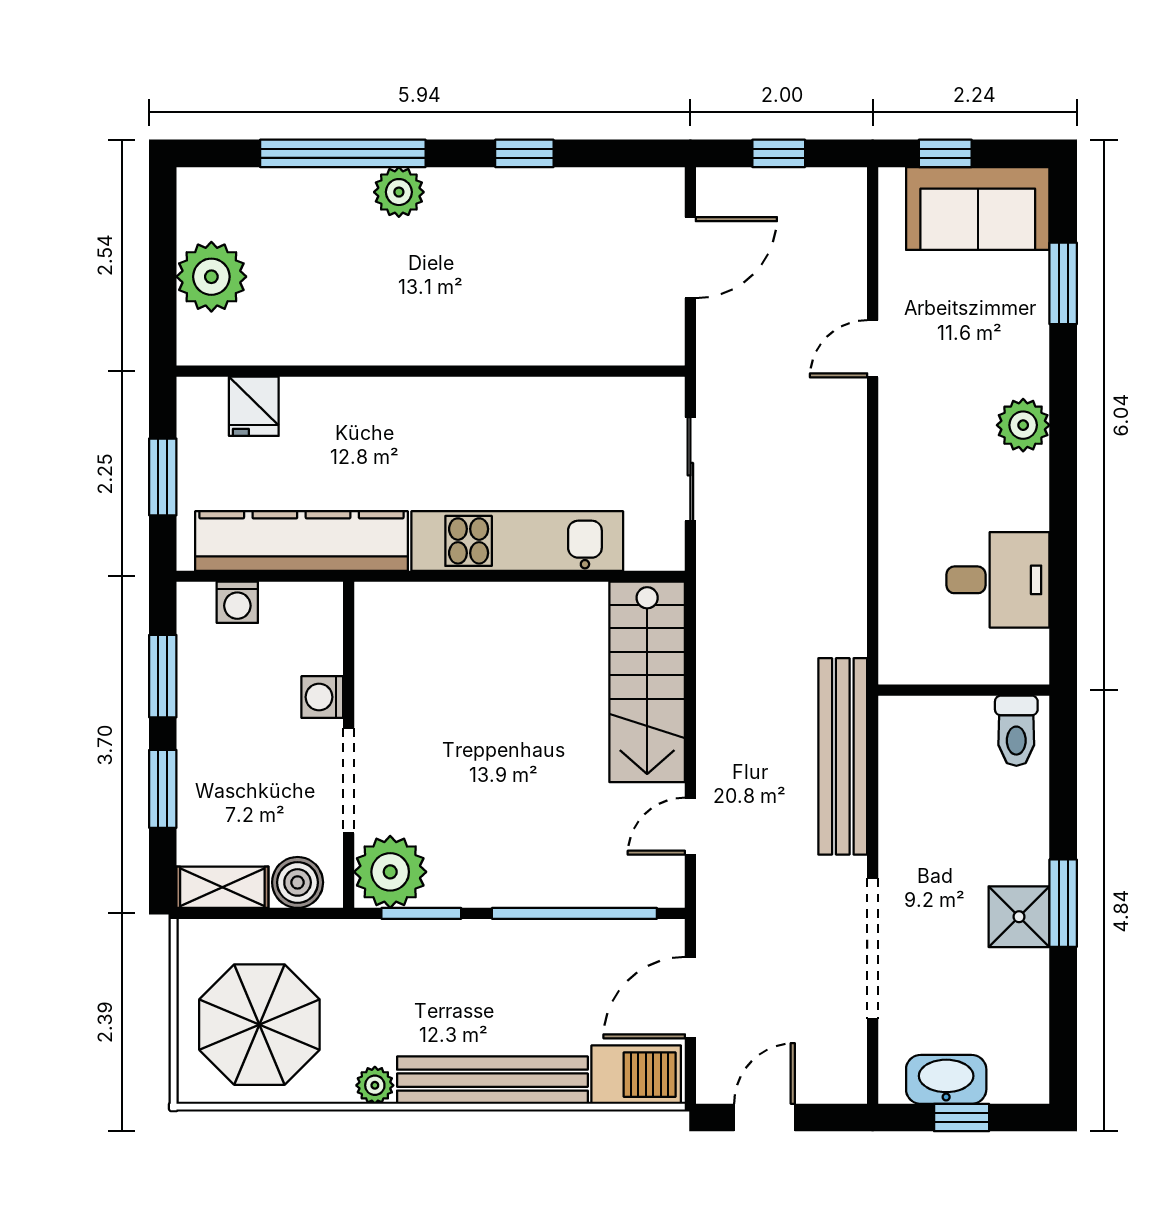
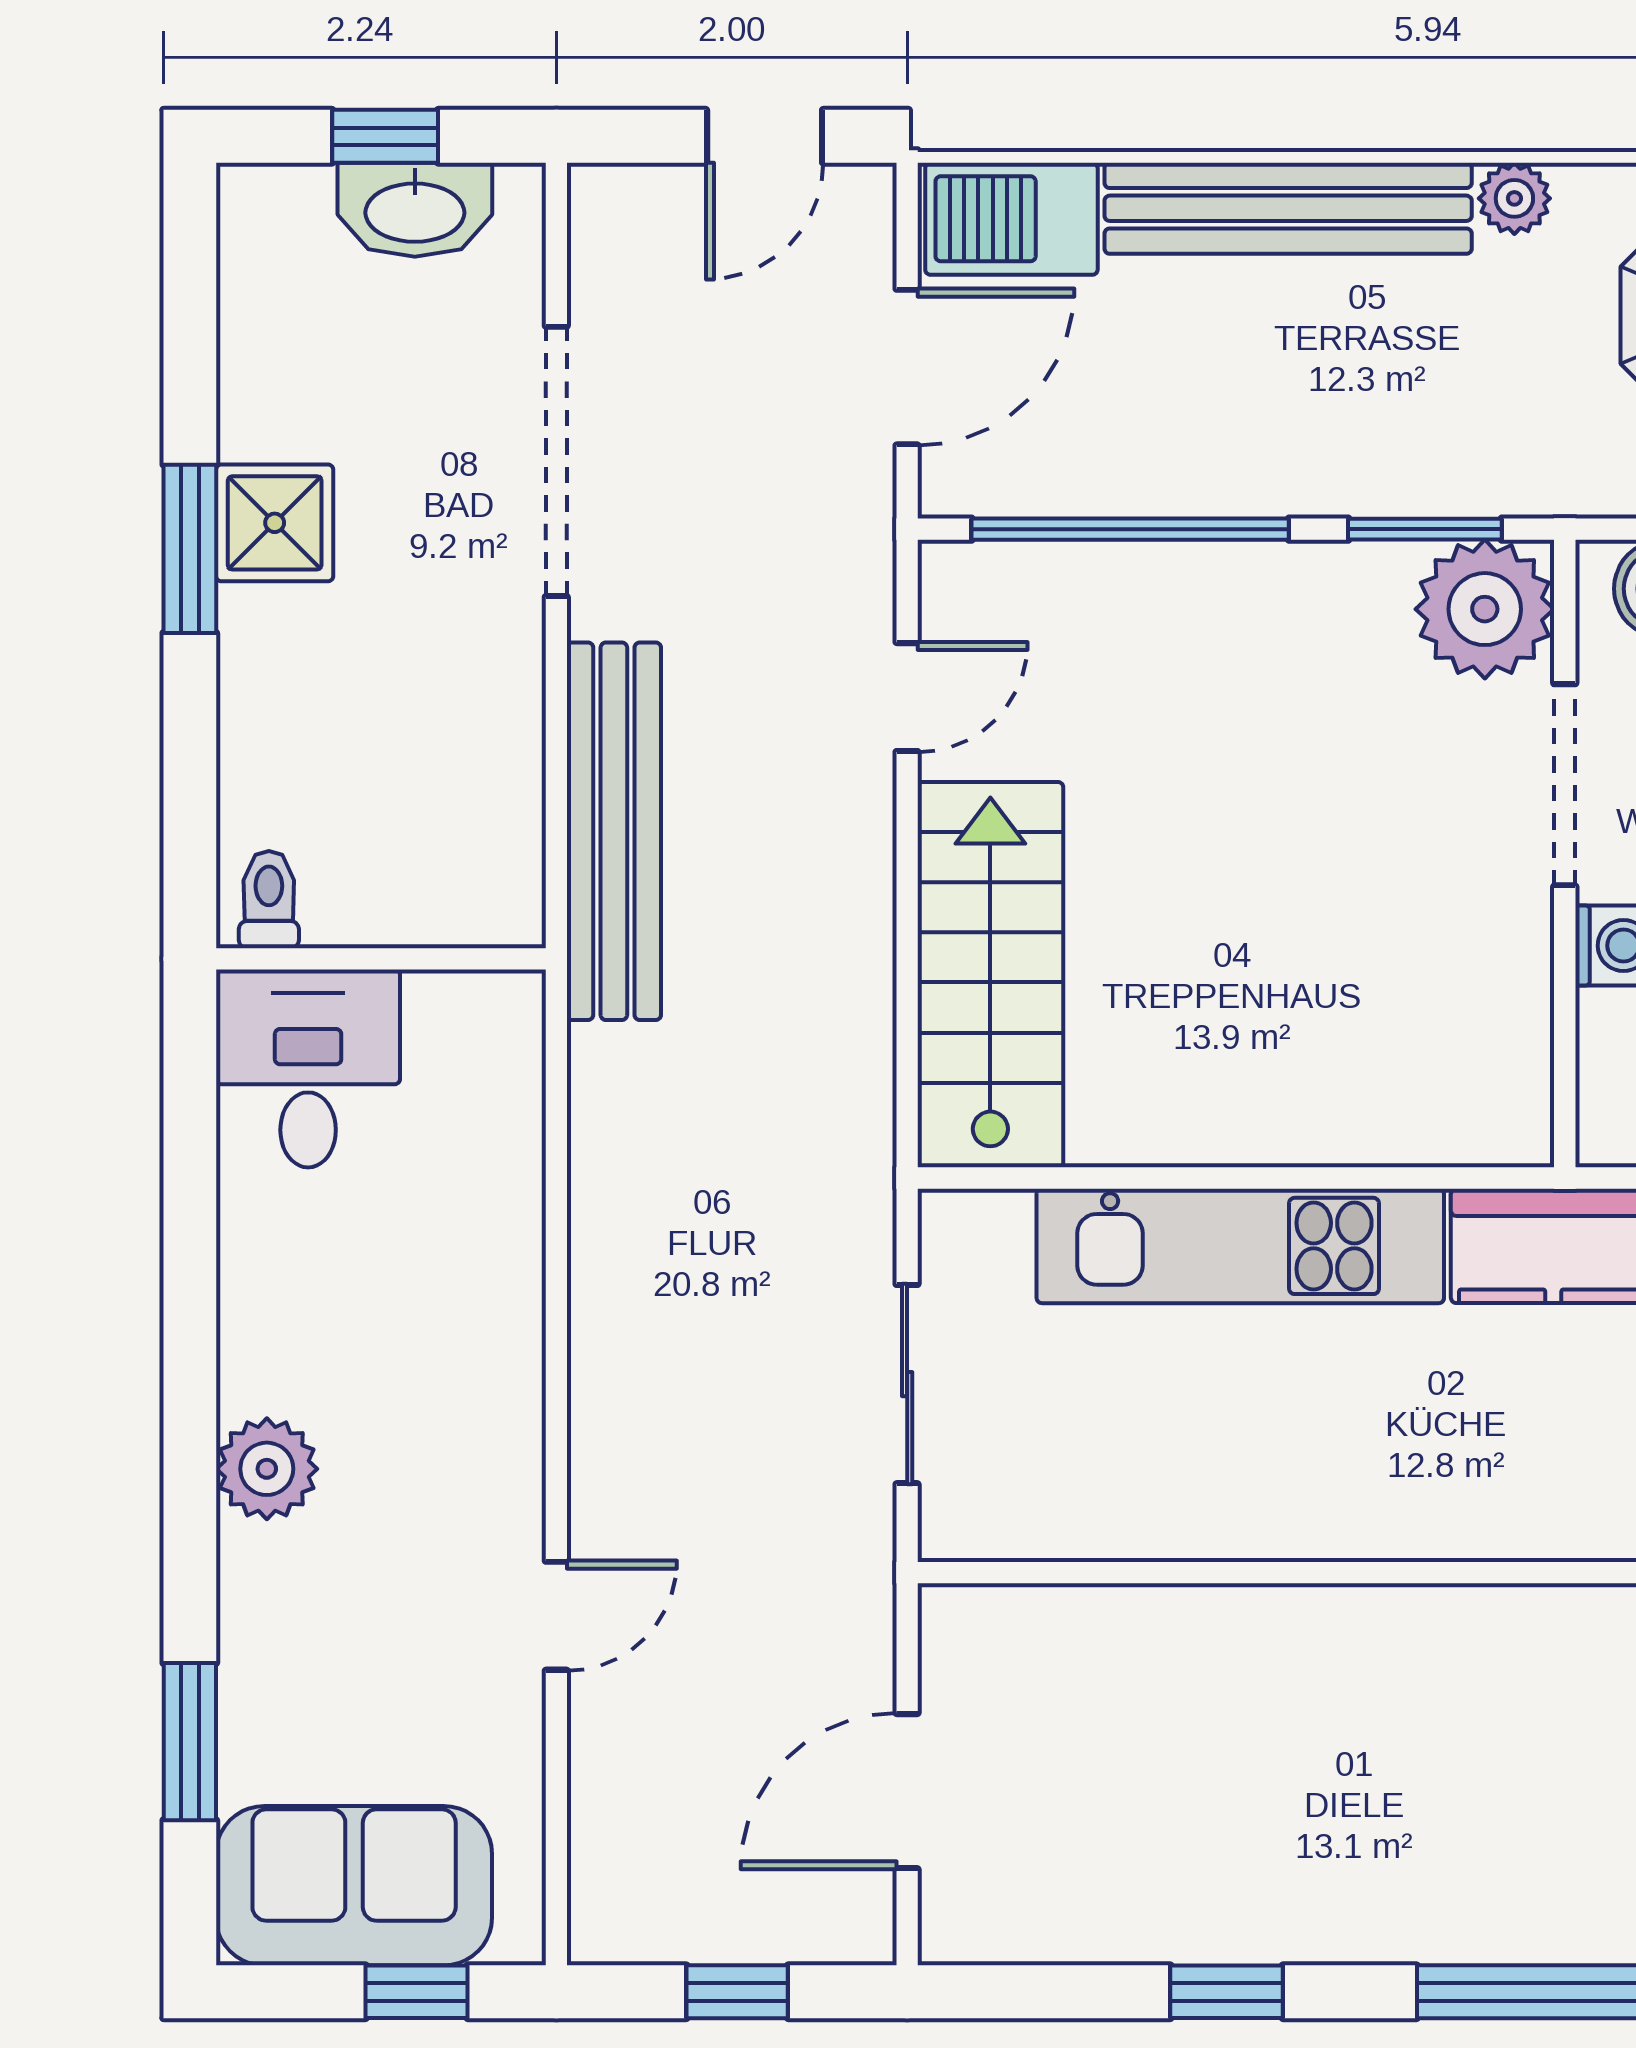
plant: (399, 192) -> (1468, 1917), removed
desk: (998, 580) -> (308, 1068), moved, turned 90
toilet: (1016, 731) -> (269, 900), width x0.73, depth x0.72

